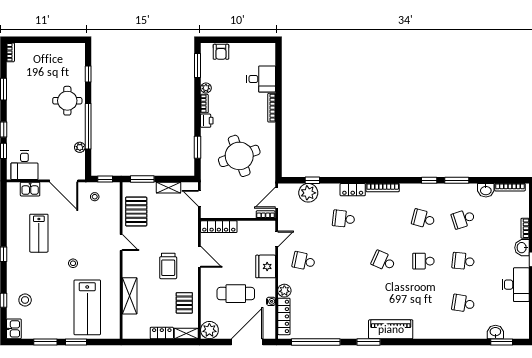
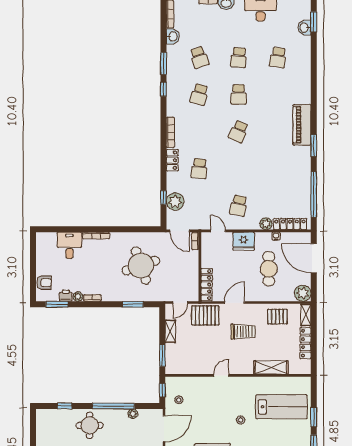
printer: (207, 121) -> (66, 296), moved
pallet: (136, 212) -> (205, 315), moved
locker: (162, 333) -> (305, 343), width x1.53

